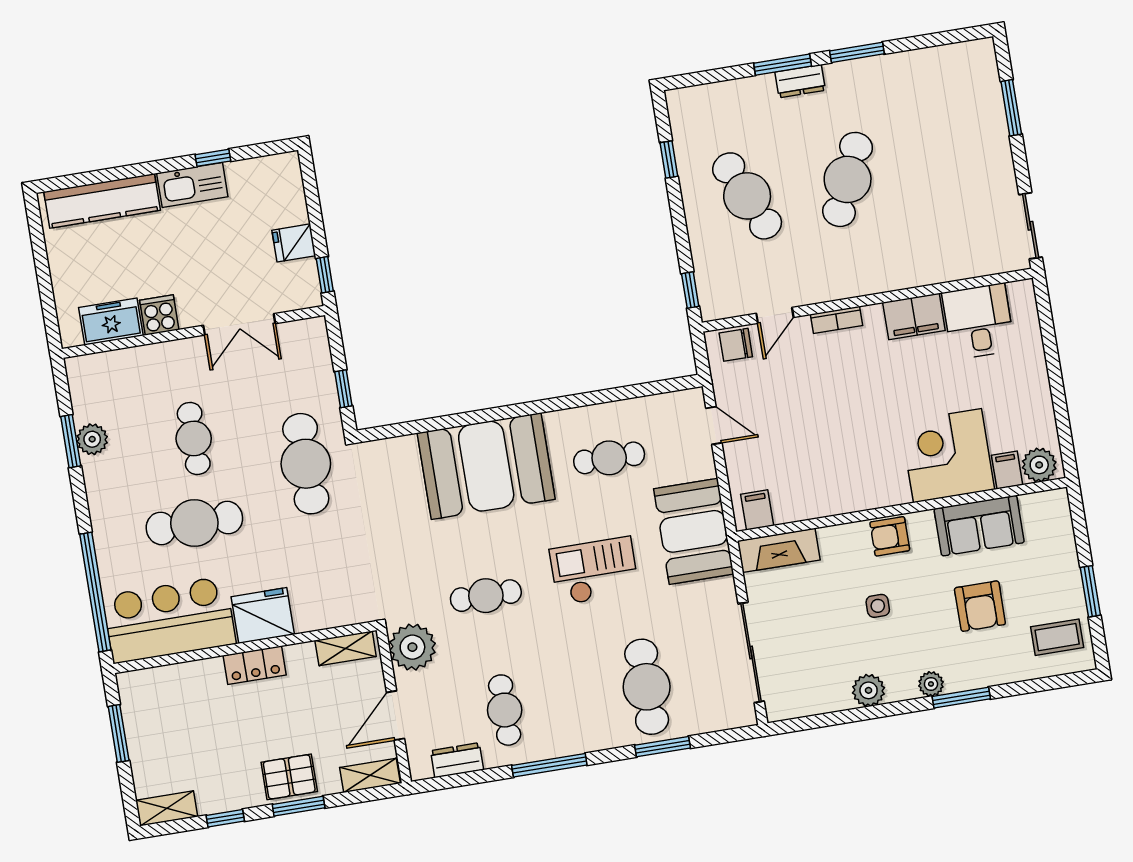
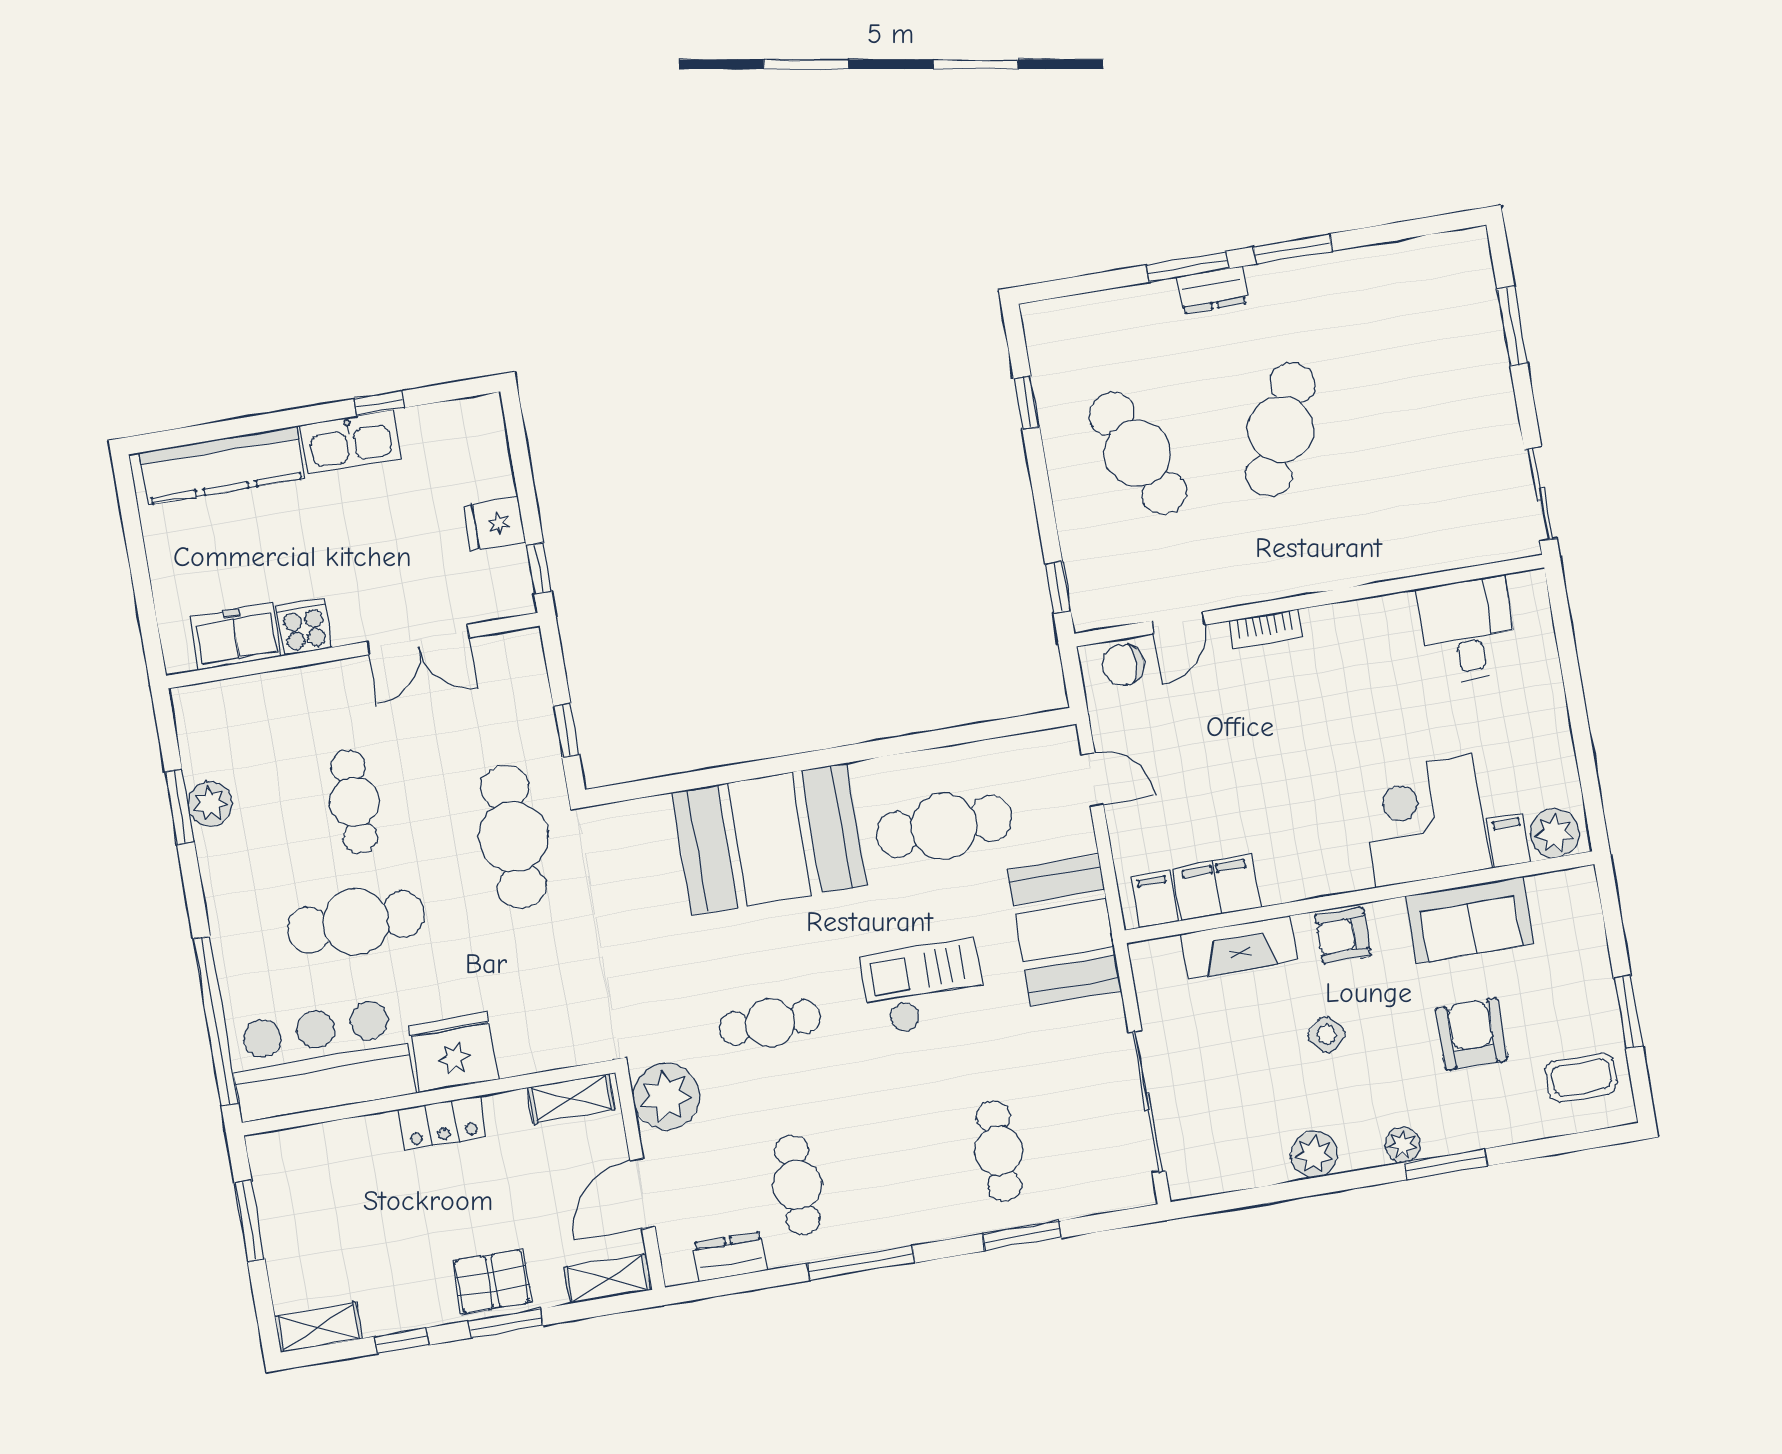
filing cabinet: (914, 316) -> (1217, 888), moved, turned 180
cafe table: (609, 458) -> (944, 826), width x1.37, depth x1.35
fireplace: (779, 550) -> (1239, 947), moved
side table: (878, 606) -> (1326, 1034), turned 45
armchair: (980, 606) -> (1472, 1034), turned 180
cafe table: (647, 687) -> (999, 1151), width x0.73, depth x0.74

